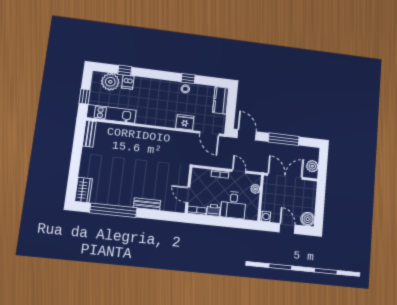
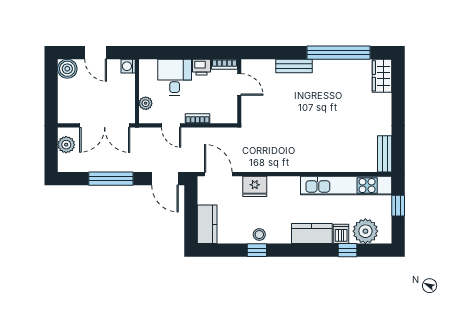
kitchen counter: (148, 85) -> (312, 234), added
kitchen unit: (111, 114) -> (346, 186), width x1.36

